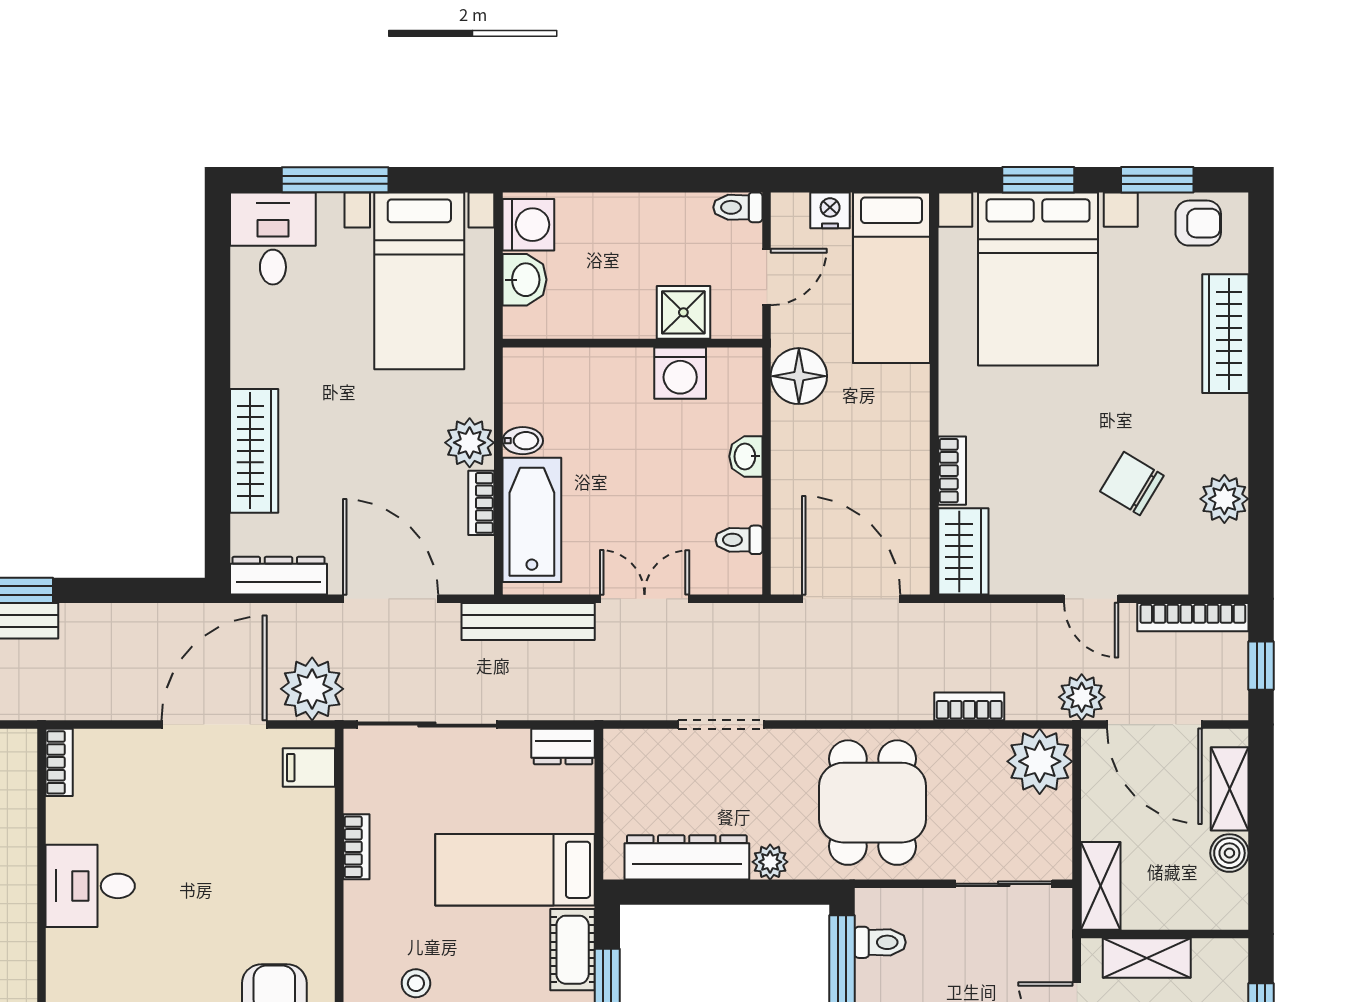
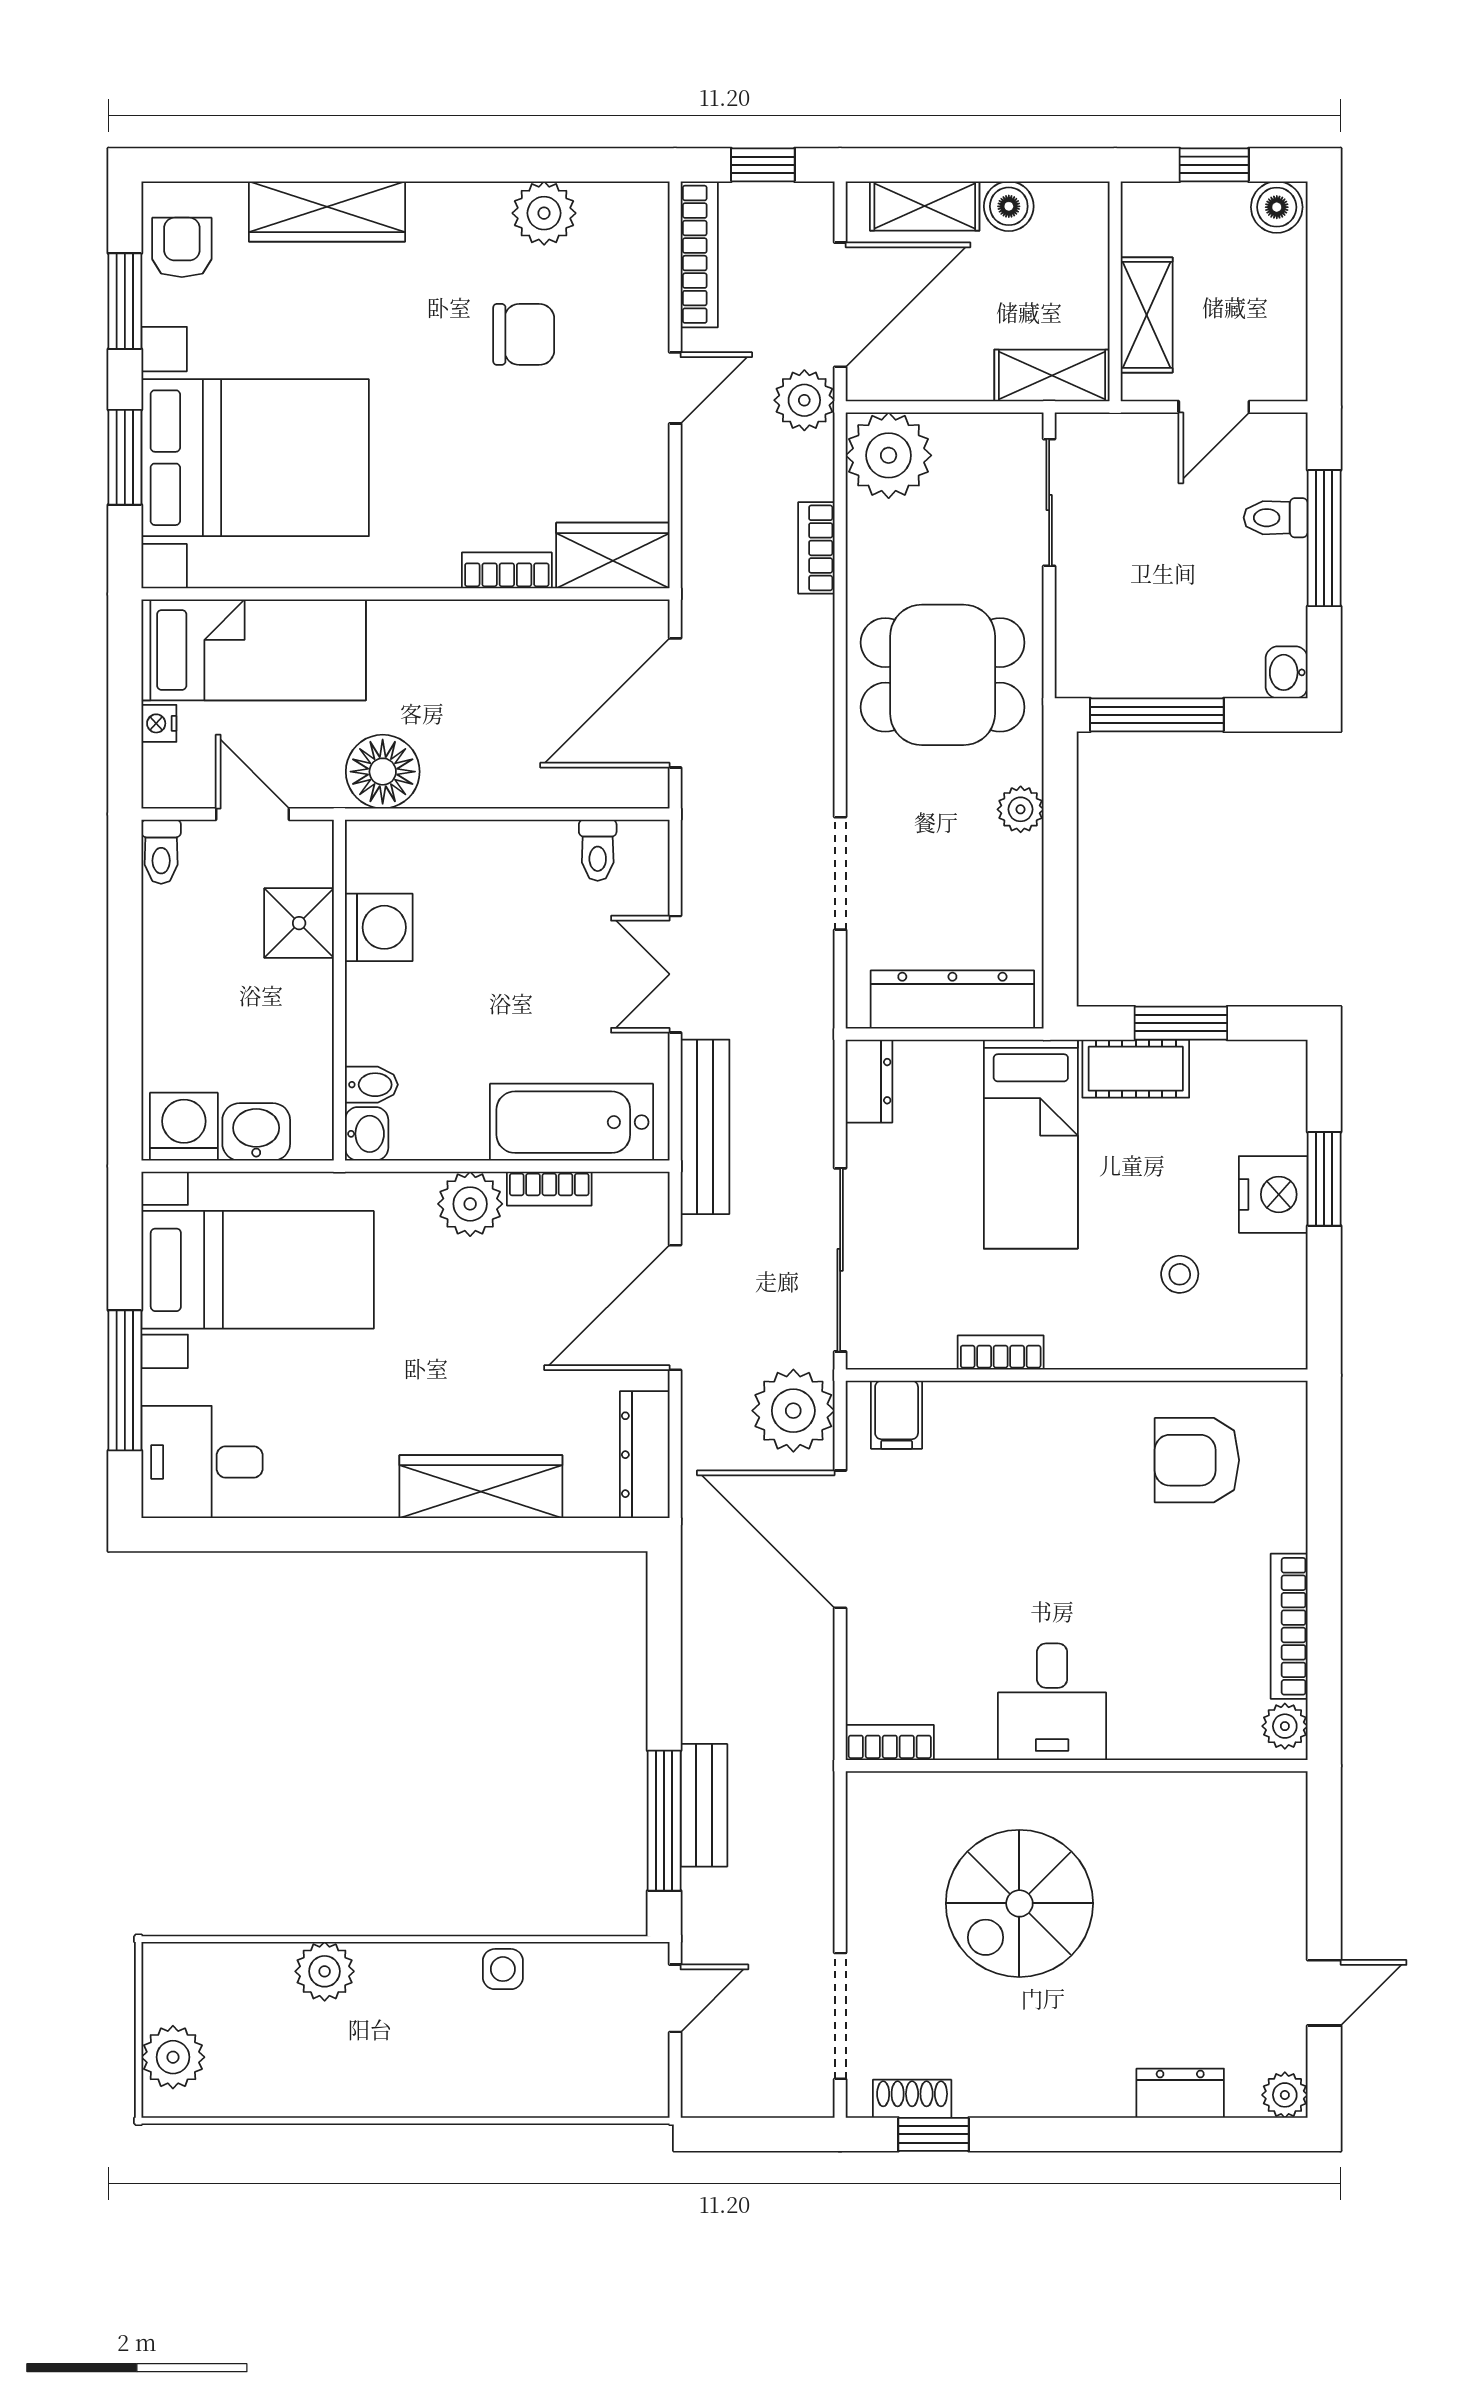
nightstand: (830, 210) -> (159, 723), width x0.72, depth x0.74
bidet: (523, 441) -> (371, 1085), moved, turned 90
washbasin: (746, 456) -> (367, 1134), moved, turned -90
chair: (1132, 484) -> (524, 334), turned -121
dresser: (687, 857) -> (952, 999), moved, turned 90
toilet: (880, 942) -> (1126, 665), removed

